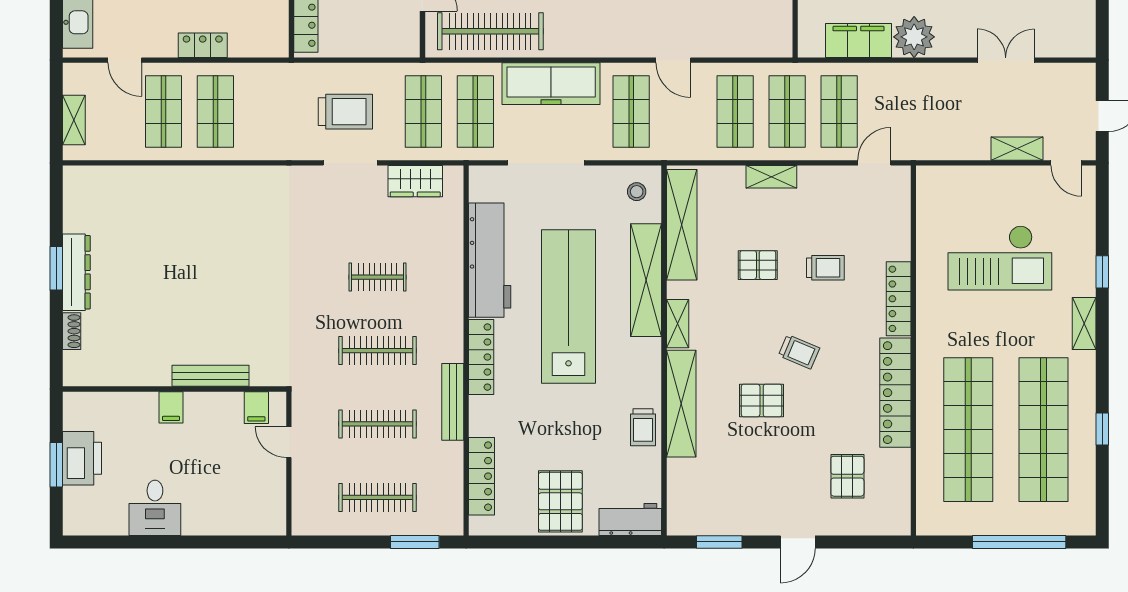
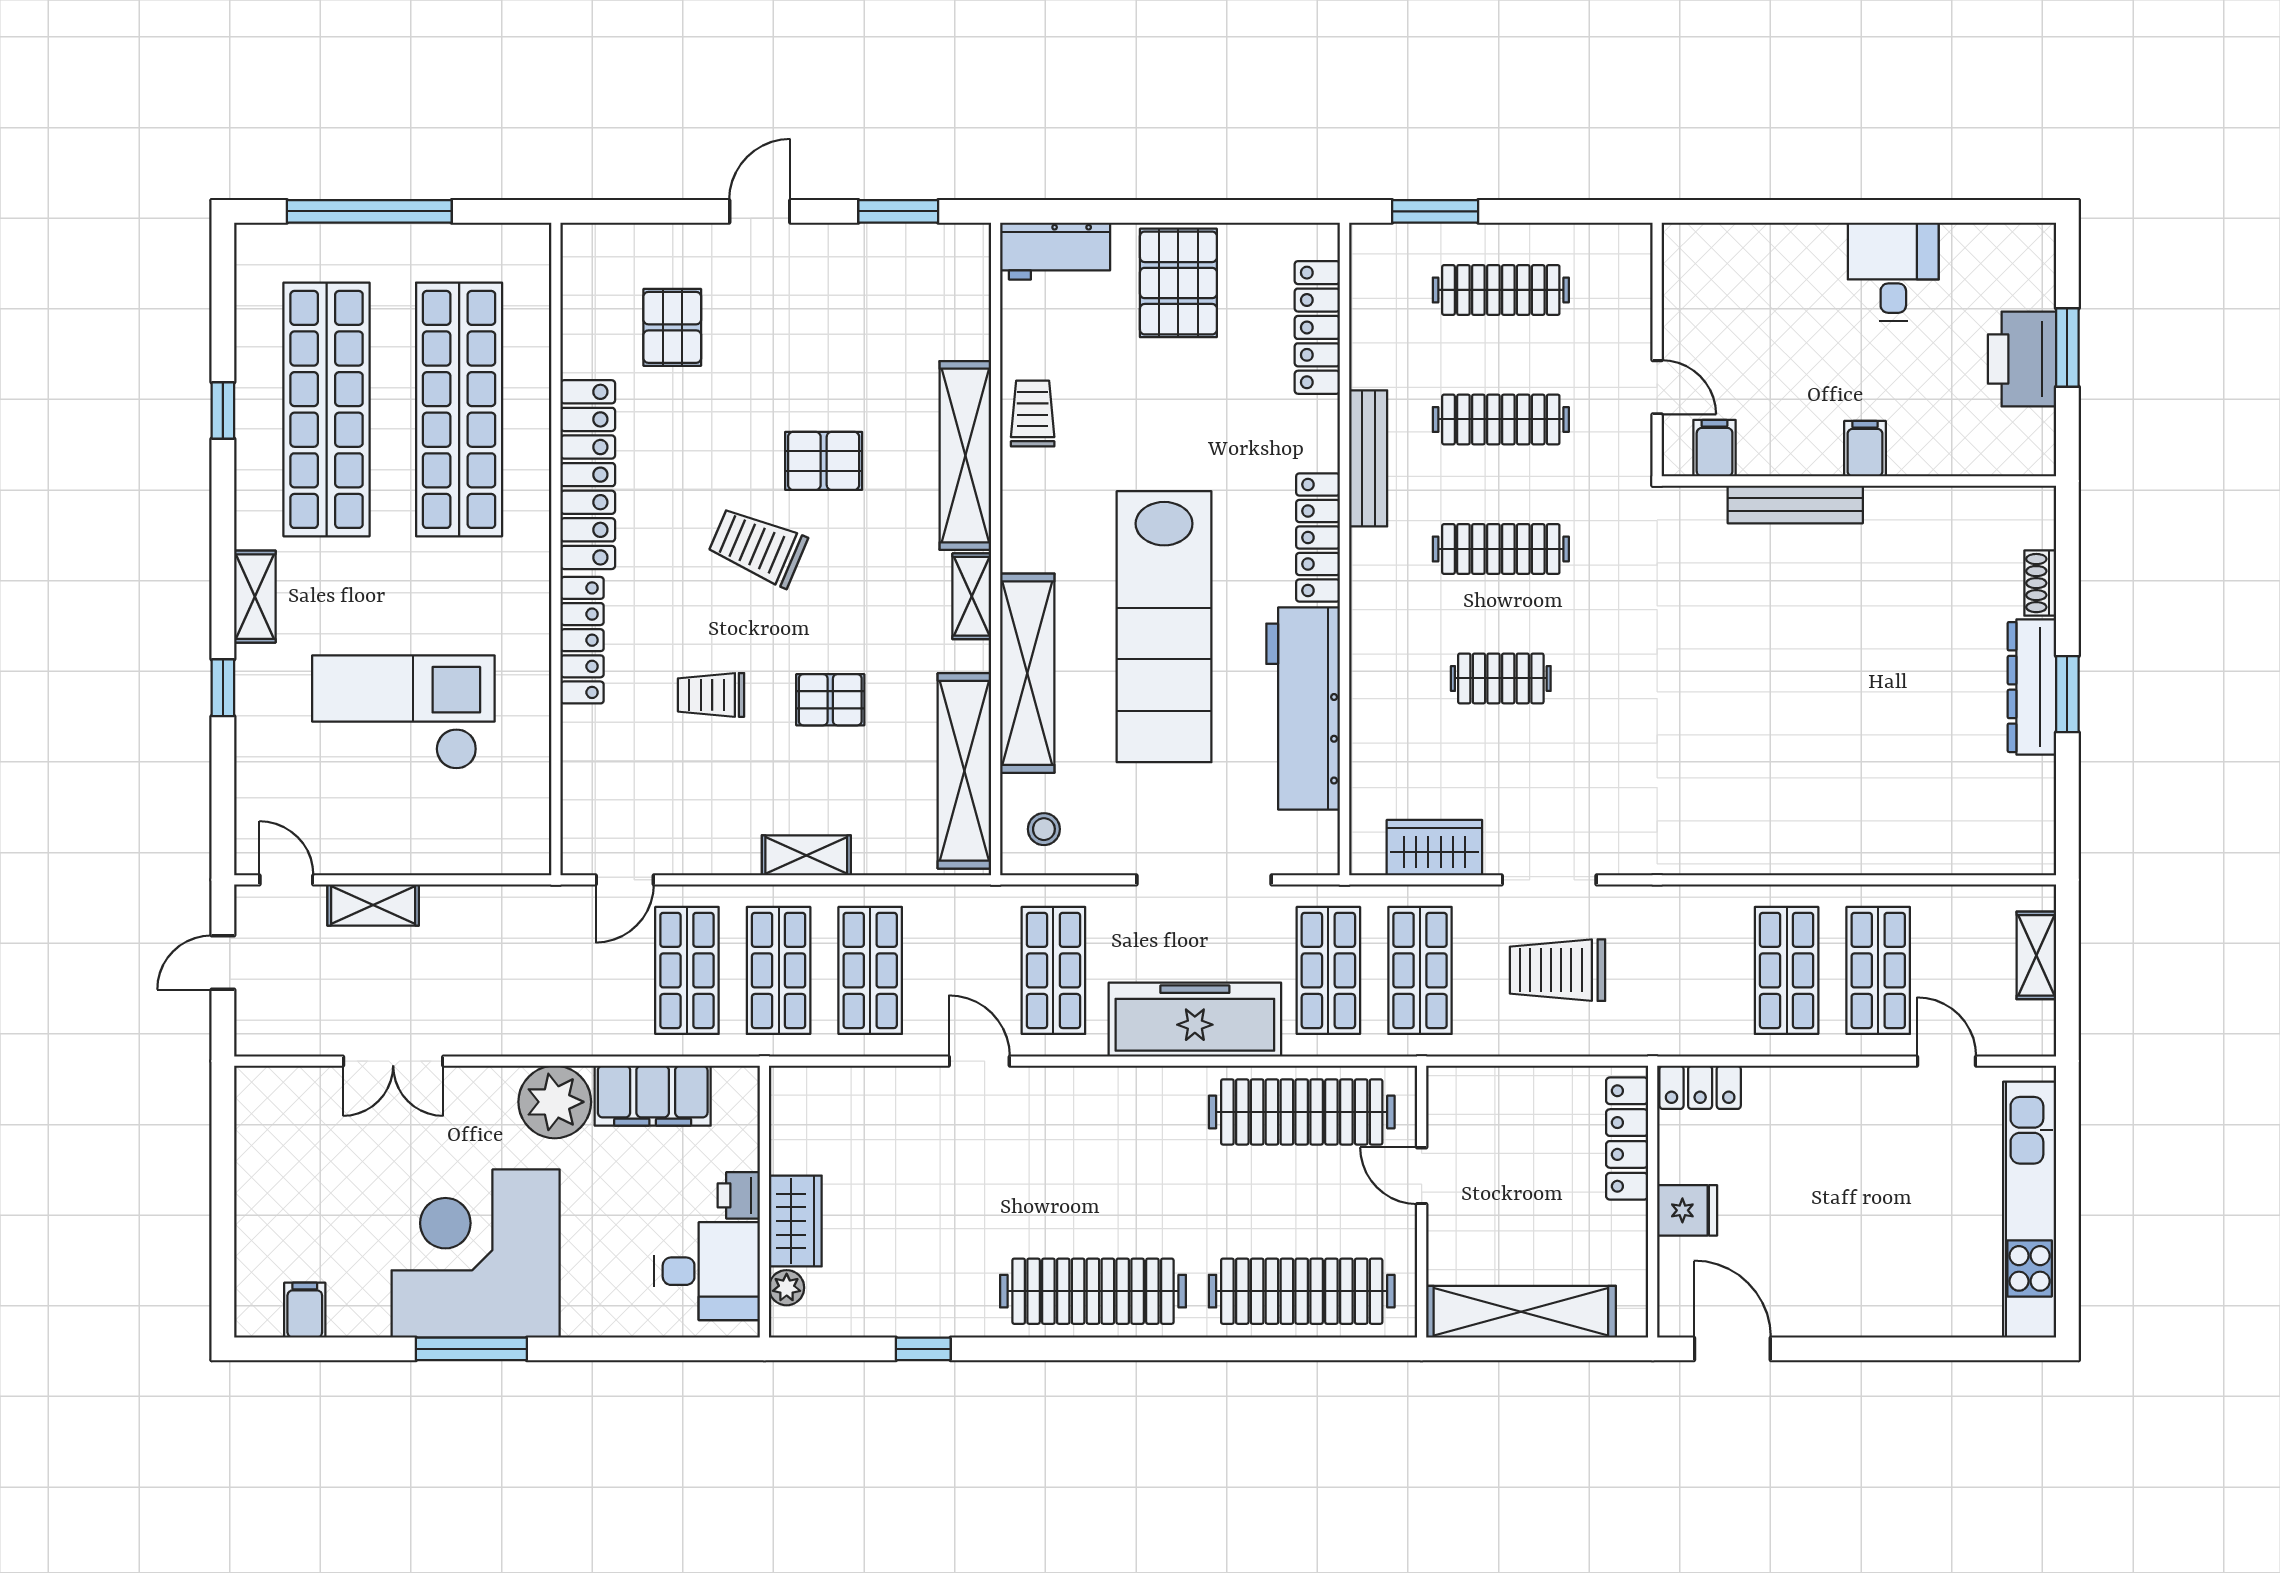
locker: (203, 45) -> (1700, 1087), moved
trolley: (799, 352) -> (758, 547), width x1.36, depth x1.39

